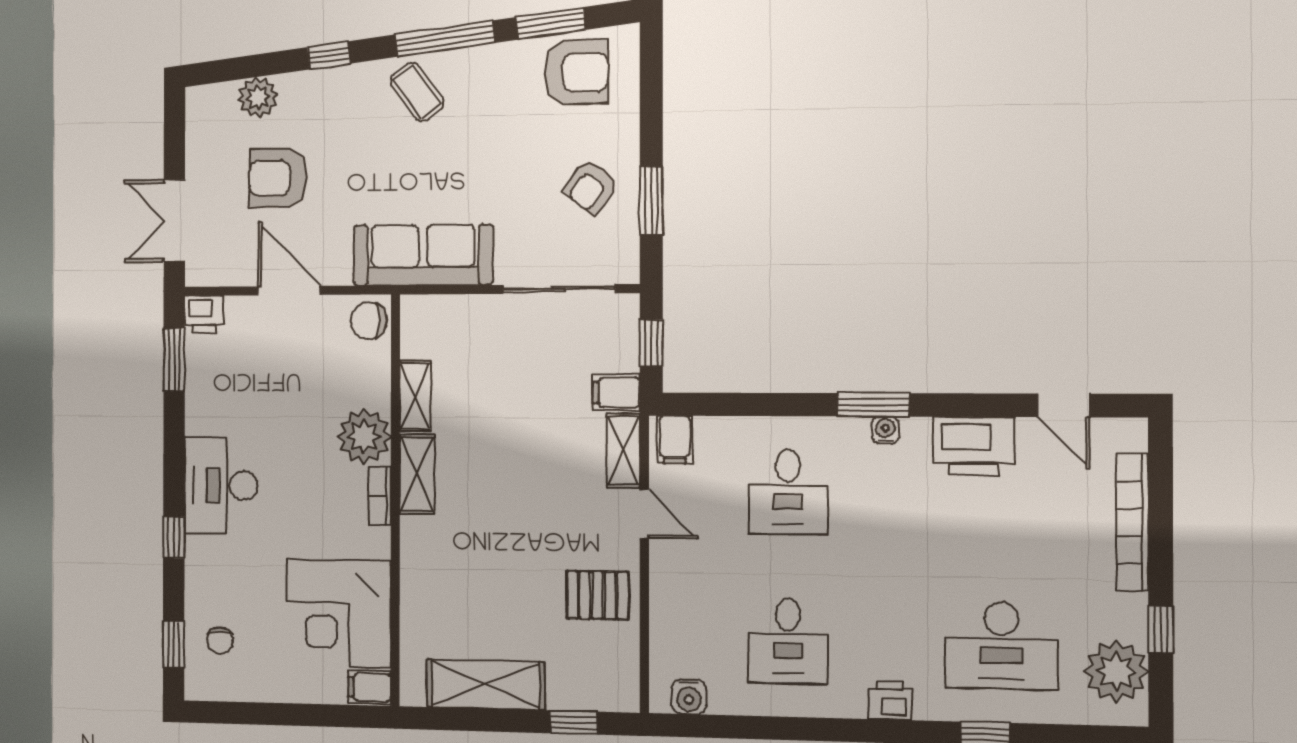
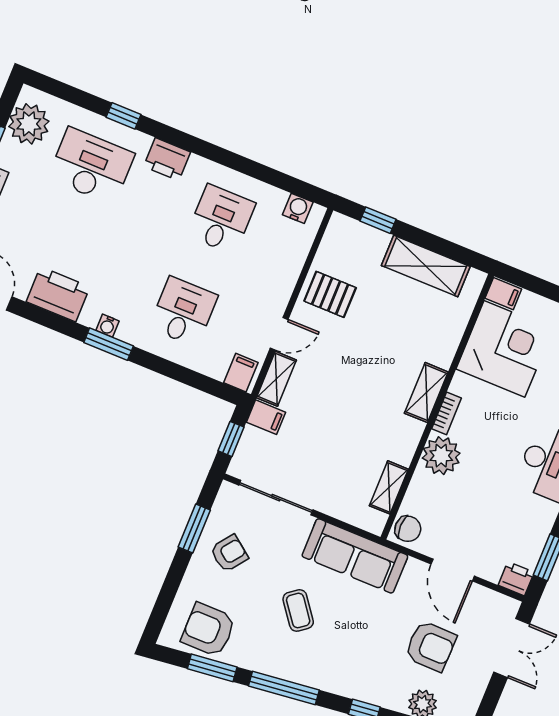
coffee table: (417, 92) -> (298, 610), moved
shelving: (415, 396) -> (389, 487), moved
shelving: (417, 474) -> (426, 393), moved
door: (644, 514) -> (279, 334), swing flipped
printer: (890, 701) -> (167, 159), width x1.36, depth x1.24

